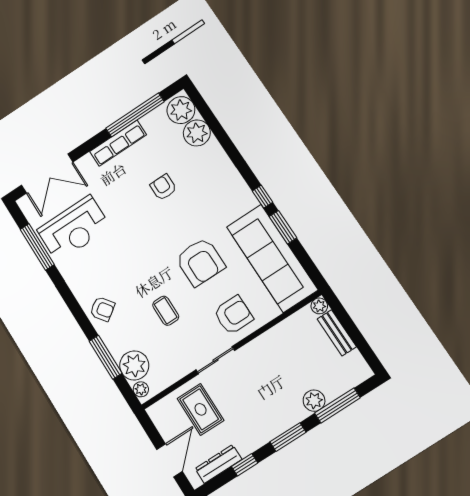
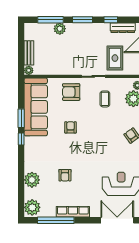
plant: (197, 133) -> (32, 180), moved
armchair: (200, 262) -> (71, 127), width x0.53, depth x0.53
coffee table: (166, 311) -> (105, 99), moved

